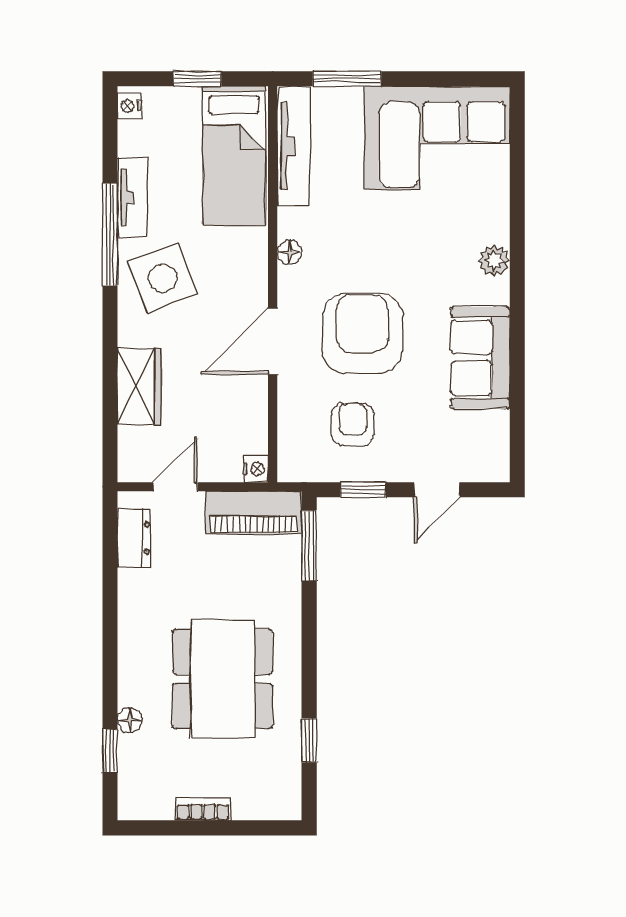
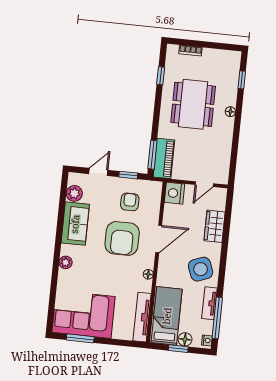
window: (347, 79) -> (80, 338), moved
floor lamp: (183, 103) -> (185, 339), added
window: (110, 234) -> (217, 318), moved
armchair: (353, 424) -> (130, 202), turned 180
plant: (490, 431) -> (74, 193), added
nightstand: (256, 469) -> (174, 193), width x1.89, depth x1.79
piano: (254, 513) -> (164, 159), moved, turned 90
dresser: (134, 538) -> (223, 165), removed
floor lamp: (130, 720) -> (230, 112), moved
bookcase: (203, 809) -> (190, 51), moved

